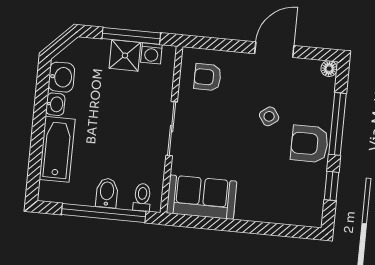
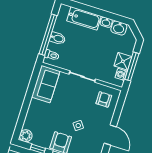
plant: (311, 215) -> (26, 136), added

